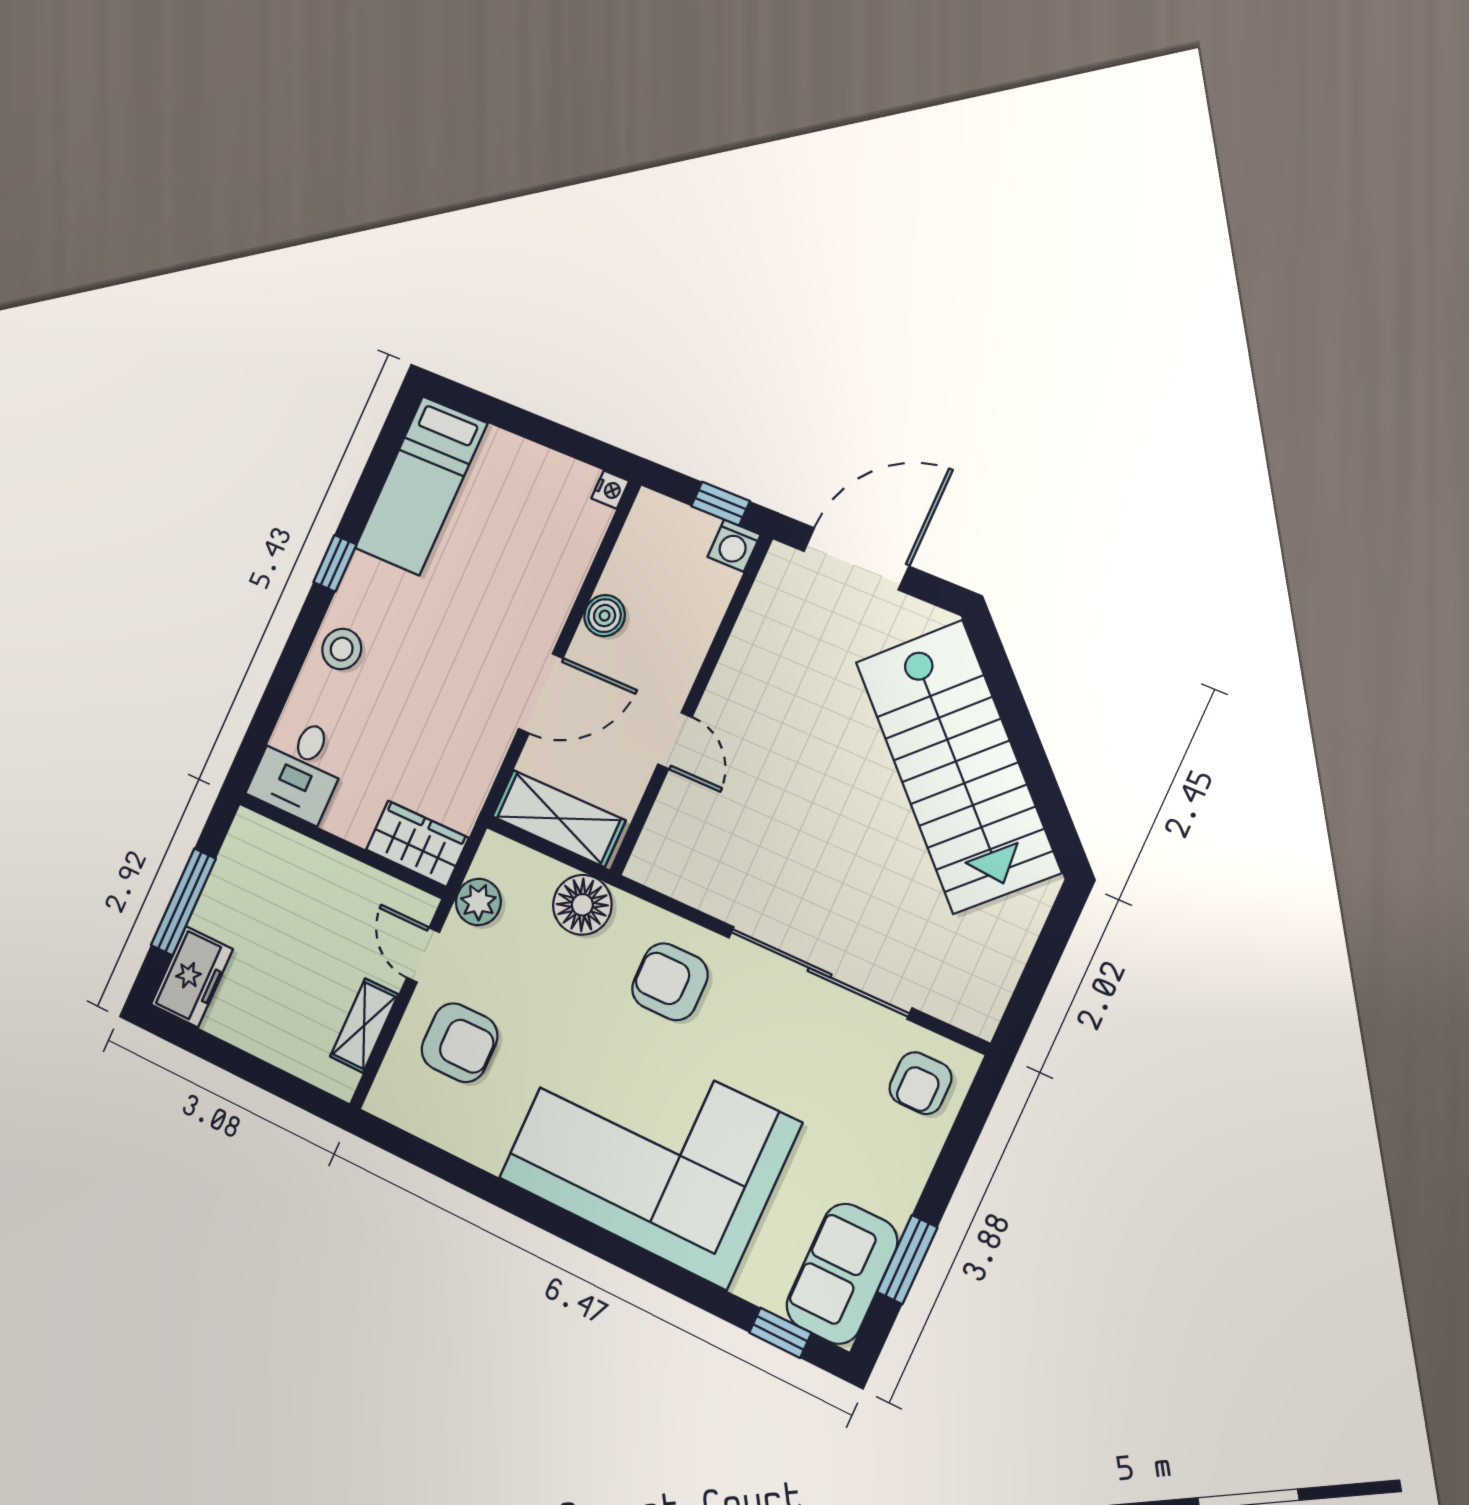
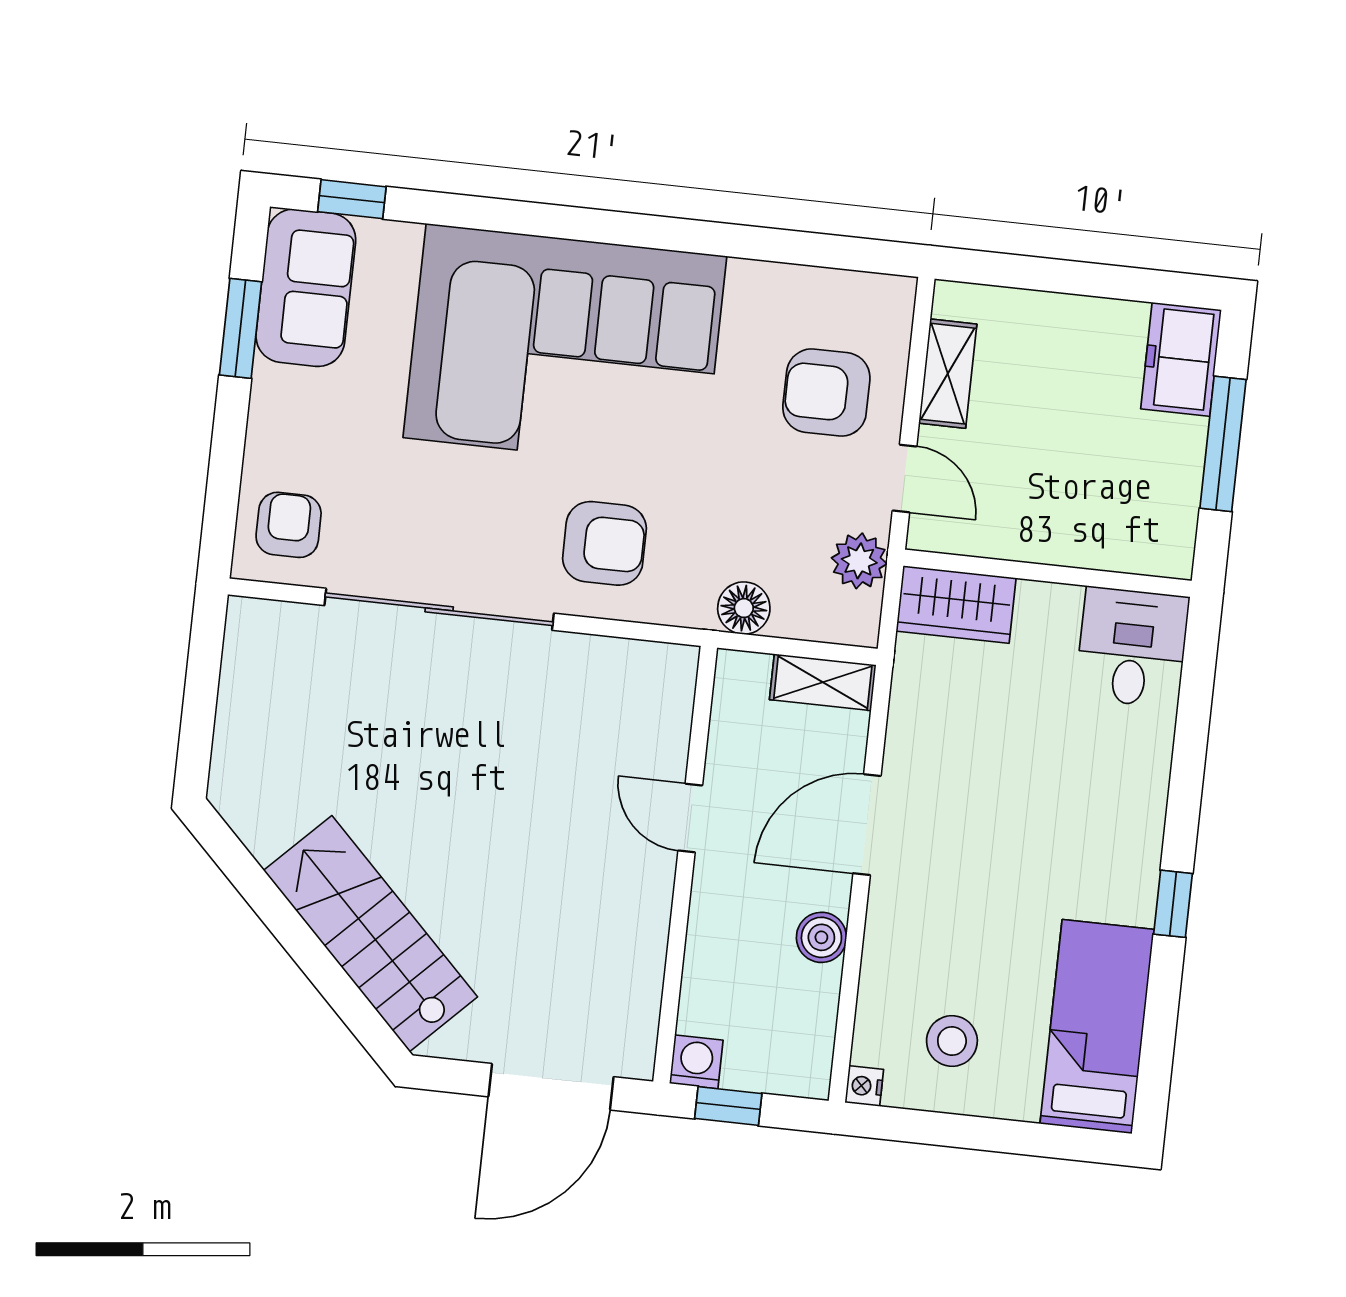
stool: (342, 649) -> (952, 1041), moved
stairs: (958, 766) -> (371, 934), width x0.73, depth x0.66
shelving: (559, 818) -> (823, 682), width x0.67, depth x0.75
floor lamp: (582, 905) -> (744, 608), width x0.73, depth x0.73

